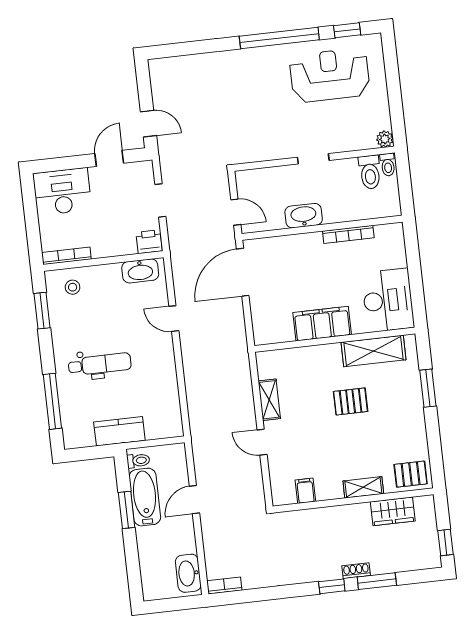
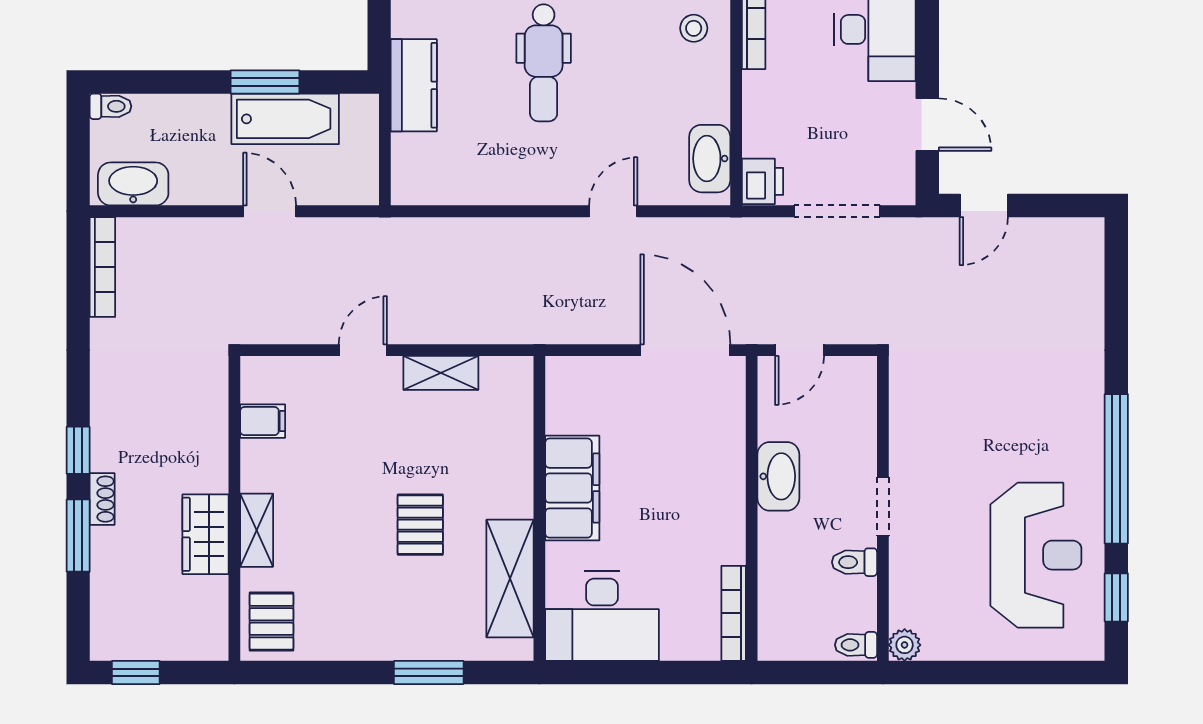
toilet: (370, 172) -> (854, 562), moved, width x0.73, depth x0.72
doorway: (160, 201) -> (837, 211), width x1.38
bookcase: (348, 234) -> (734, 613), moved
toilet: (138, 461) -> (110, 106), moved, turned -90
wardrobe: (393, 511) -> (206, 534), moved
bookcase: (224, 586) -> (102, 267), width x1.56

